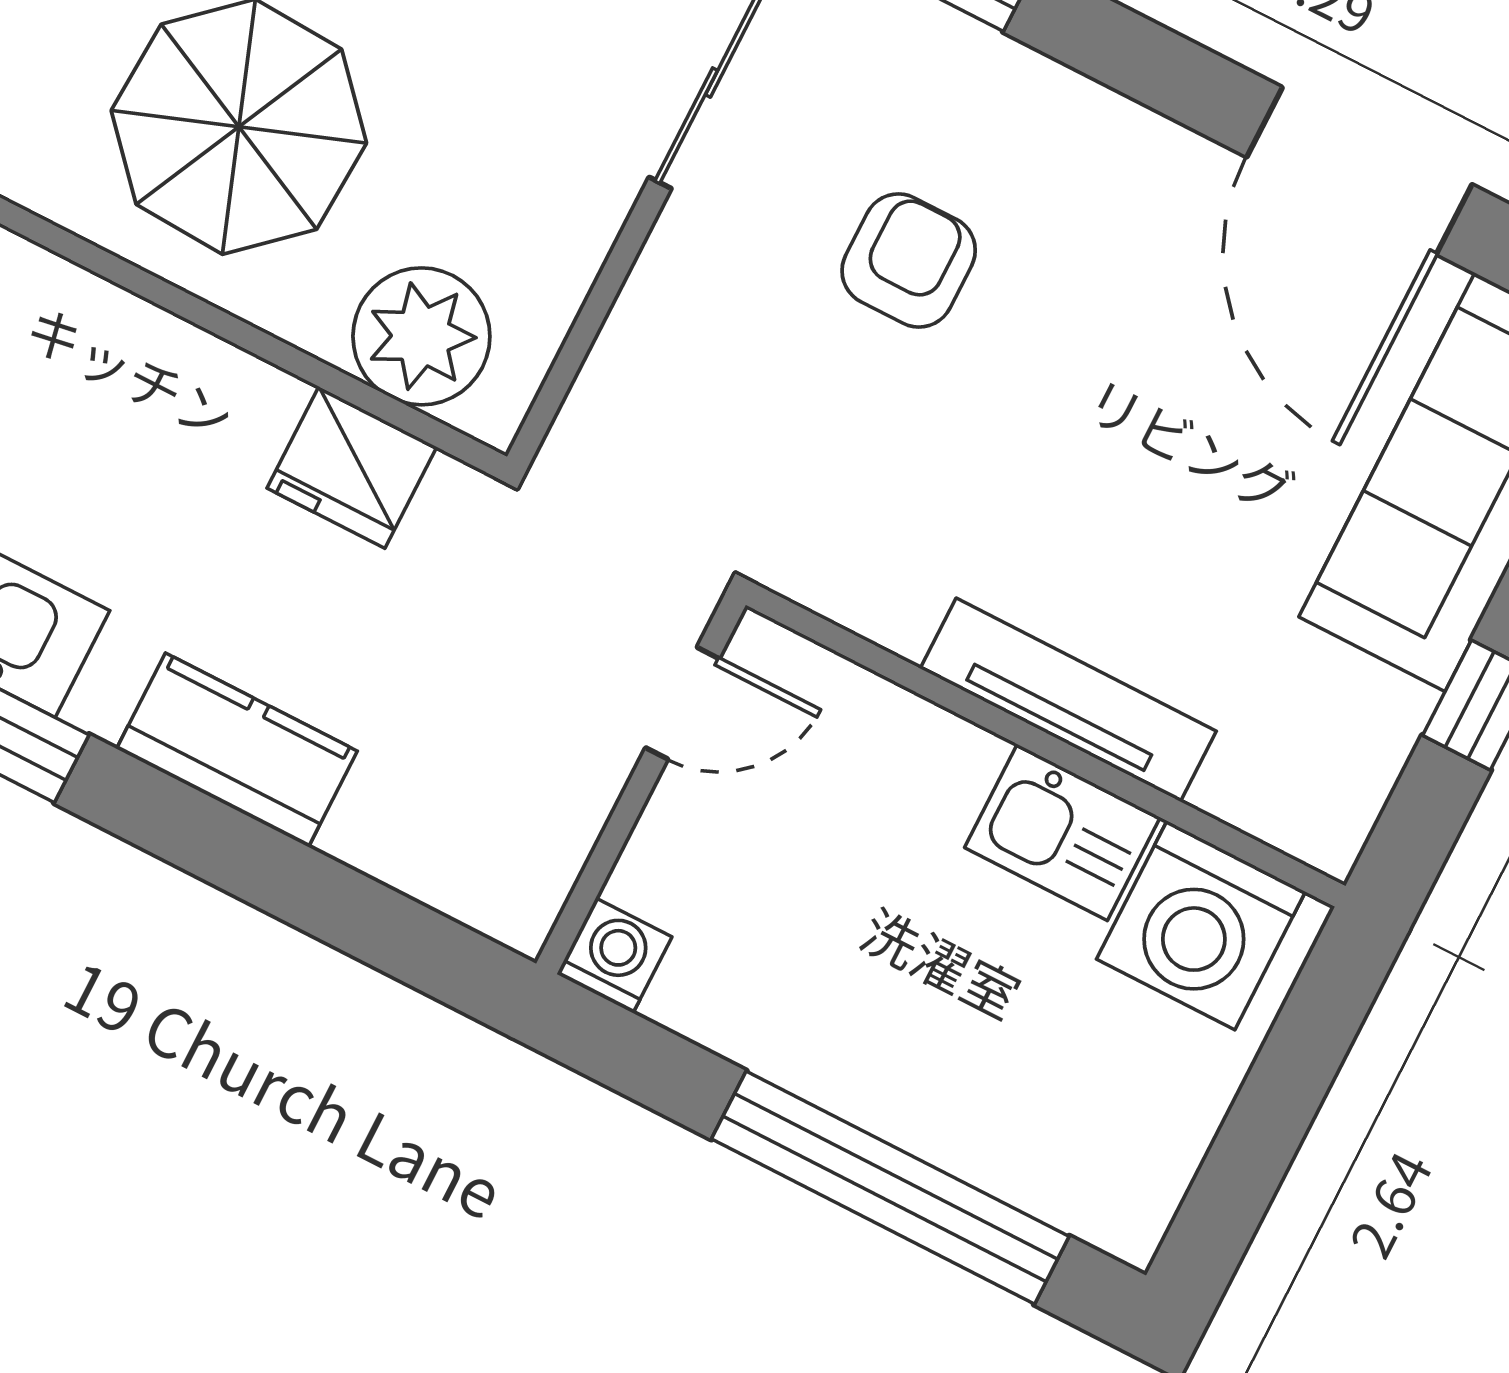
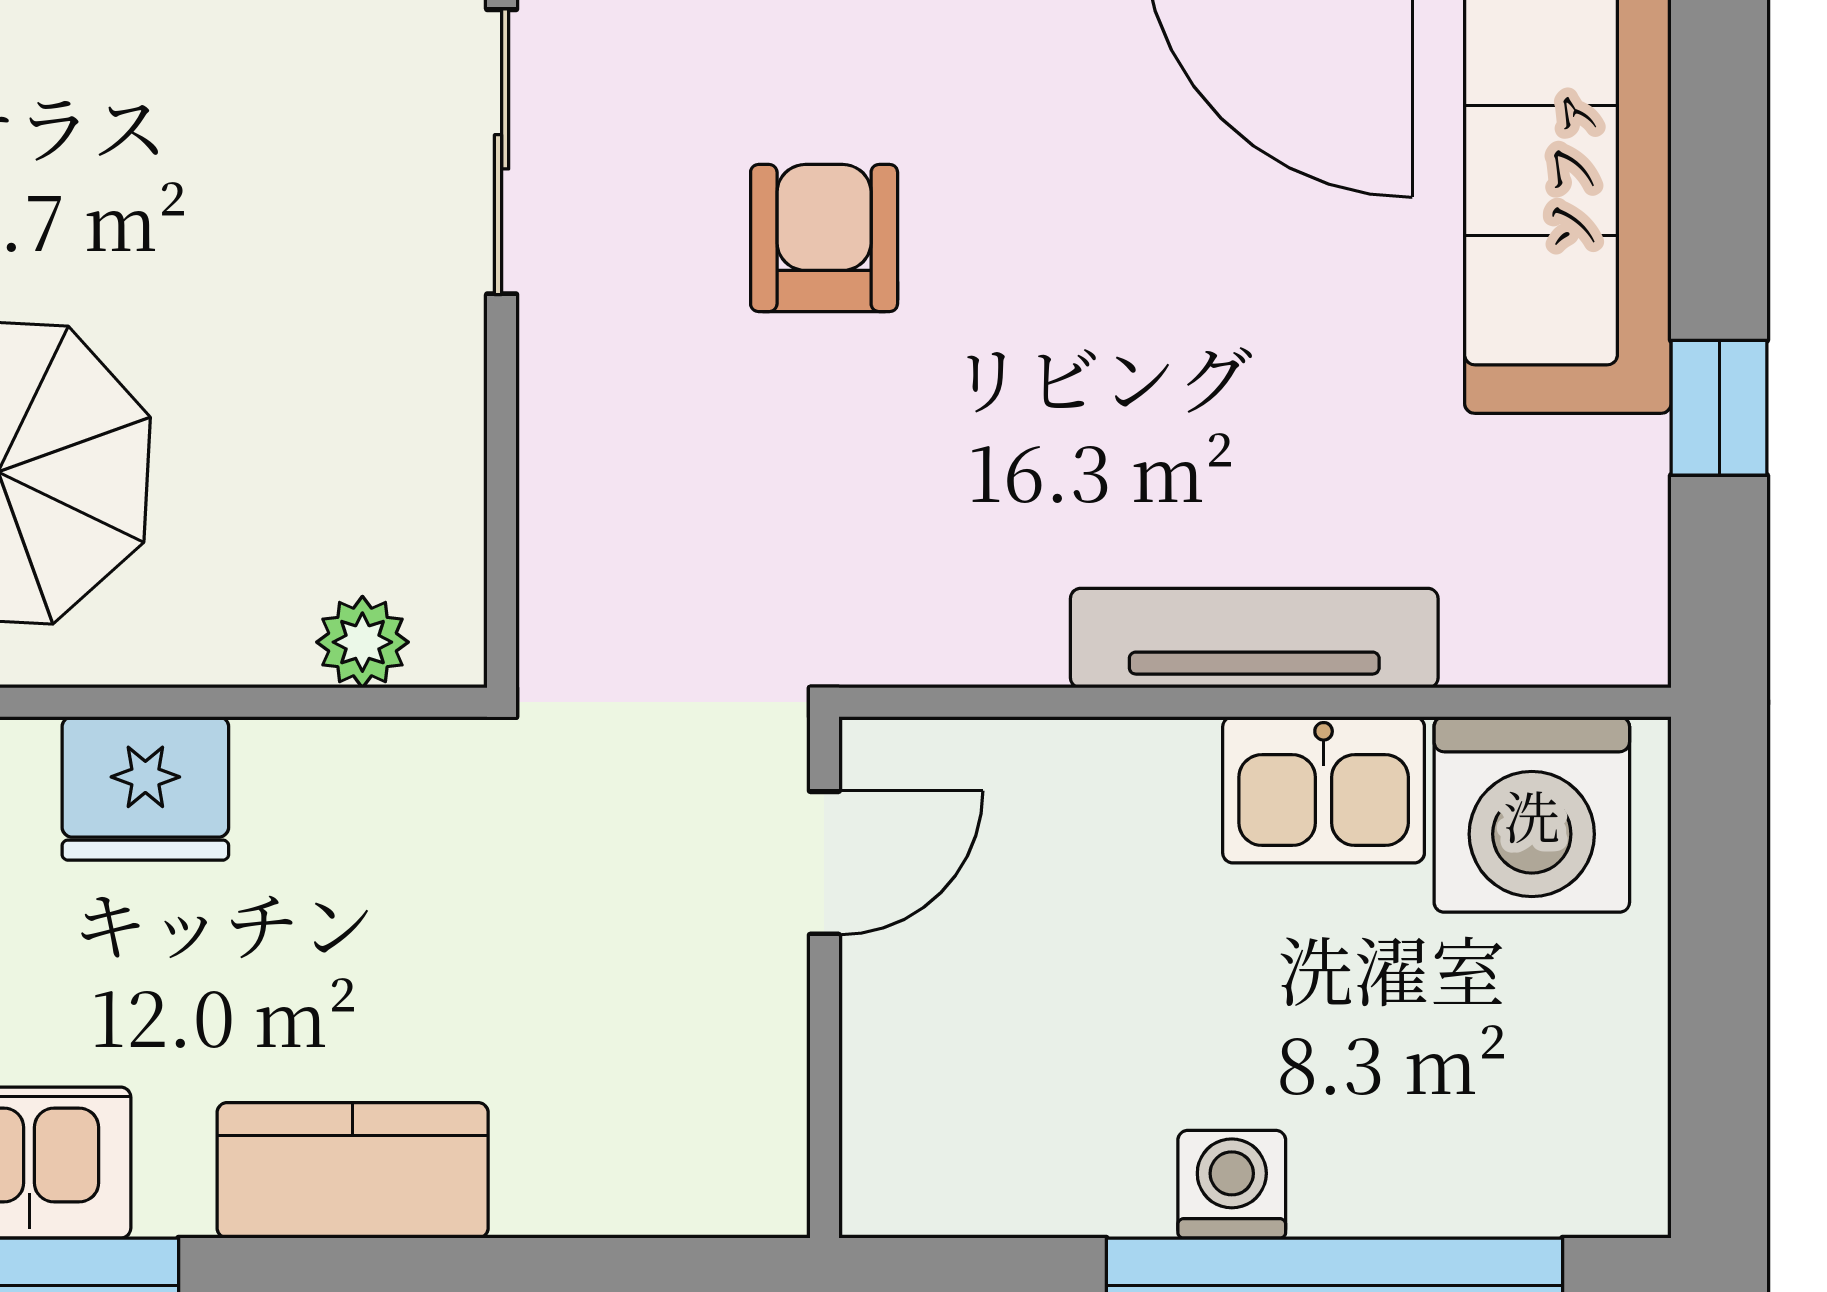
plant: (421, 336) -> (362, 642), width x0.53, depth x0.53
fridge: (352, 467) -> (145, 788), moved
washing machine: (614, 955) -> (1232, 1184), moved

